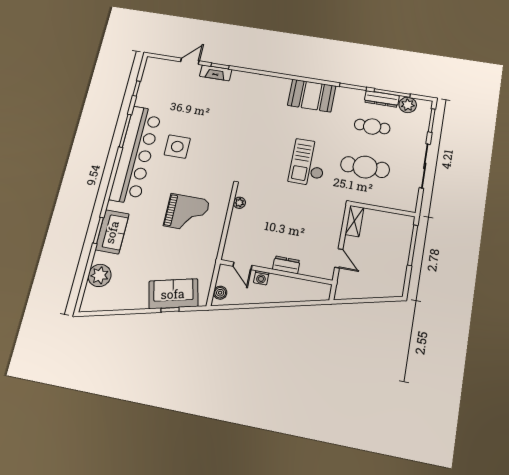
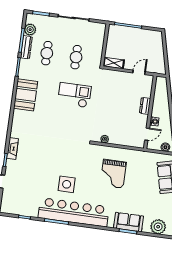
fireplace: (216, 73) -> (13, 149), moved
checkout: (308, 162) -> (74, 95), turned 180
cafe table: (365, 167) -> (76, 57), width x0.73, depth x0.74
grand piano: (187, 213) -> (113, 174), turned 180

